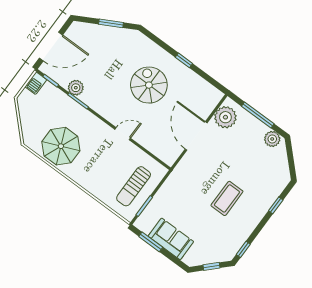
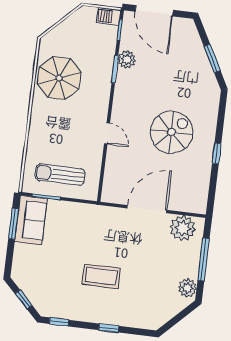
window: (276, 205) -> (109, 328), moved
sofa: (171, 239) -> (31, 220), moved

